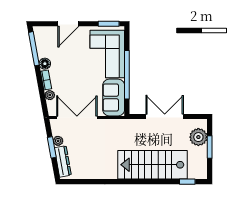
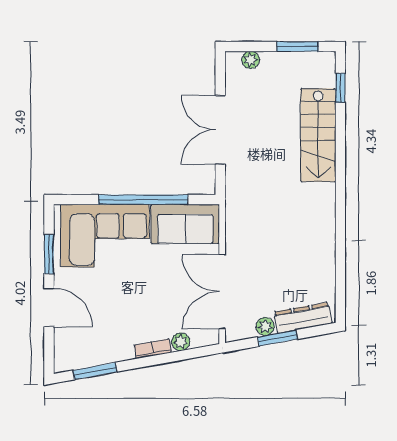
window: (109, 24) -> (49, 254), moved
window: (34, 49) -> (95, 371), width x0.69
floor lamp: (45, 64) -> (123, 351), removed
plant: (198, 137) -> (251, 60), width x0.53, depth x0.53
window: (210, 147) -> (297, 47), moved
stairs: (152, 165) -> (318, 135), width x0.73, depth x0.66

